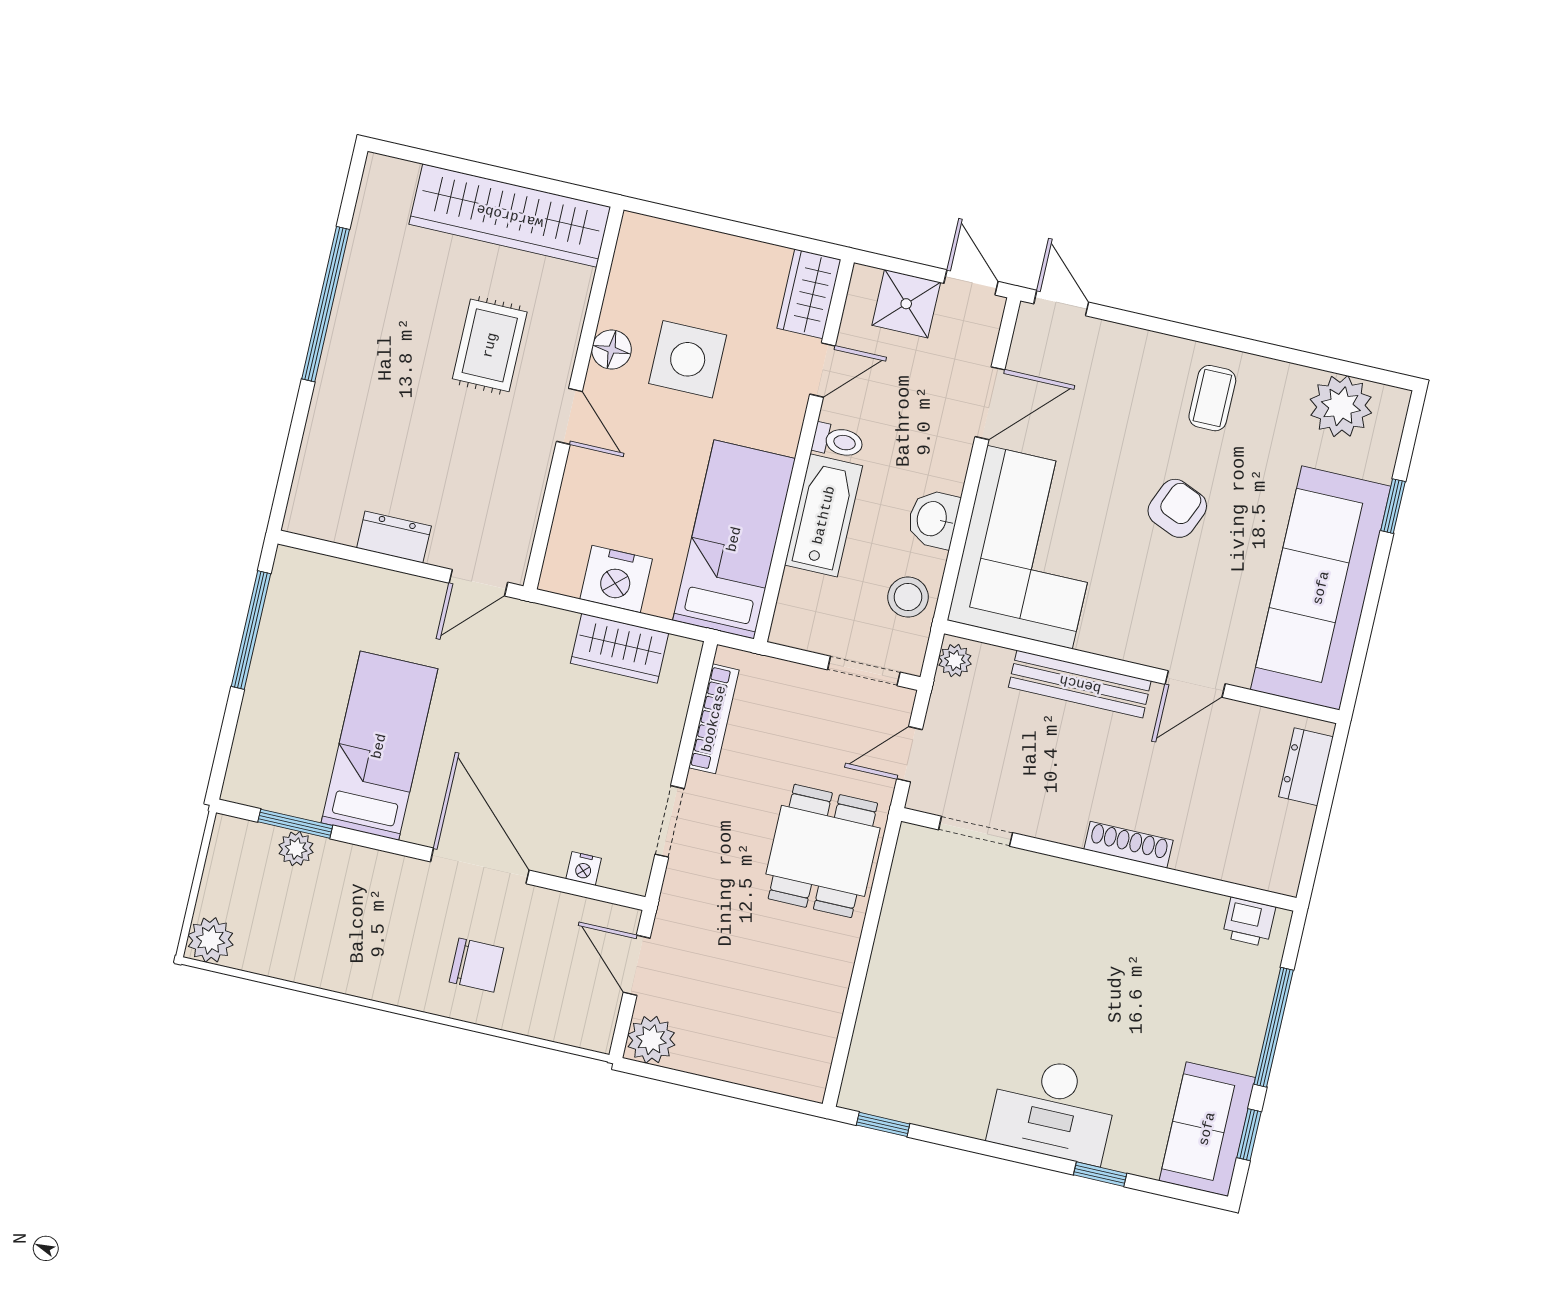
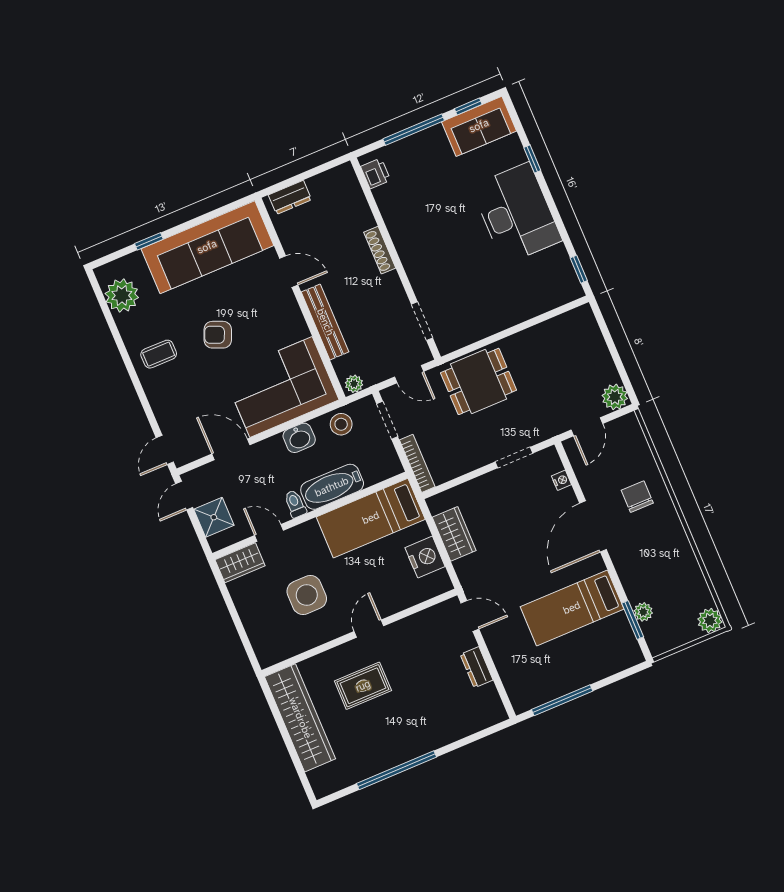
floor lamp: (612, 350) -> (326, 631), removed
bookcase: (714, 719) -> (417, 463), moved, turned 90
desk: (1053, 1109) -> (516, 213), width x1.36, depth x1.30

